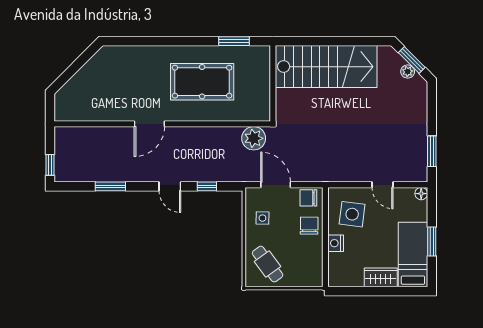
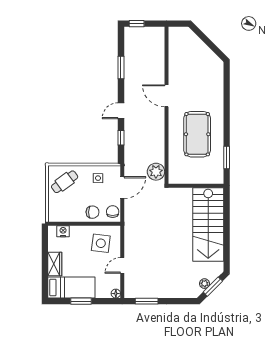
nightstand: (336, 243) -> (63, 231), moved

